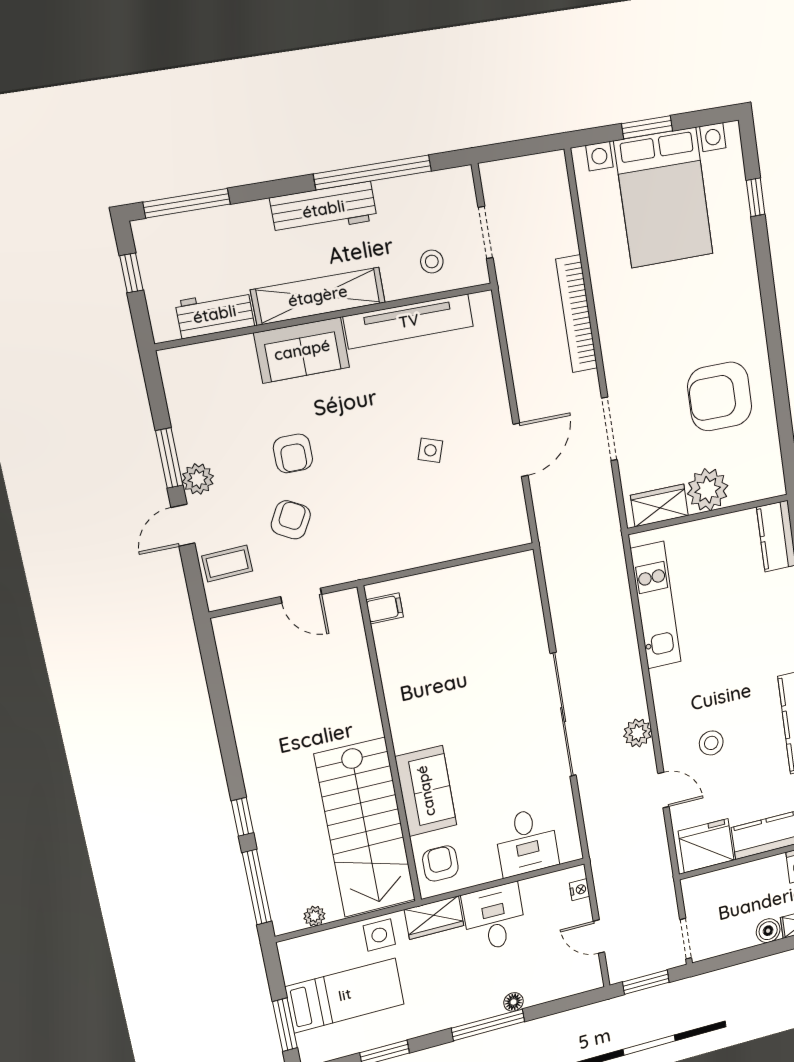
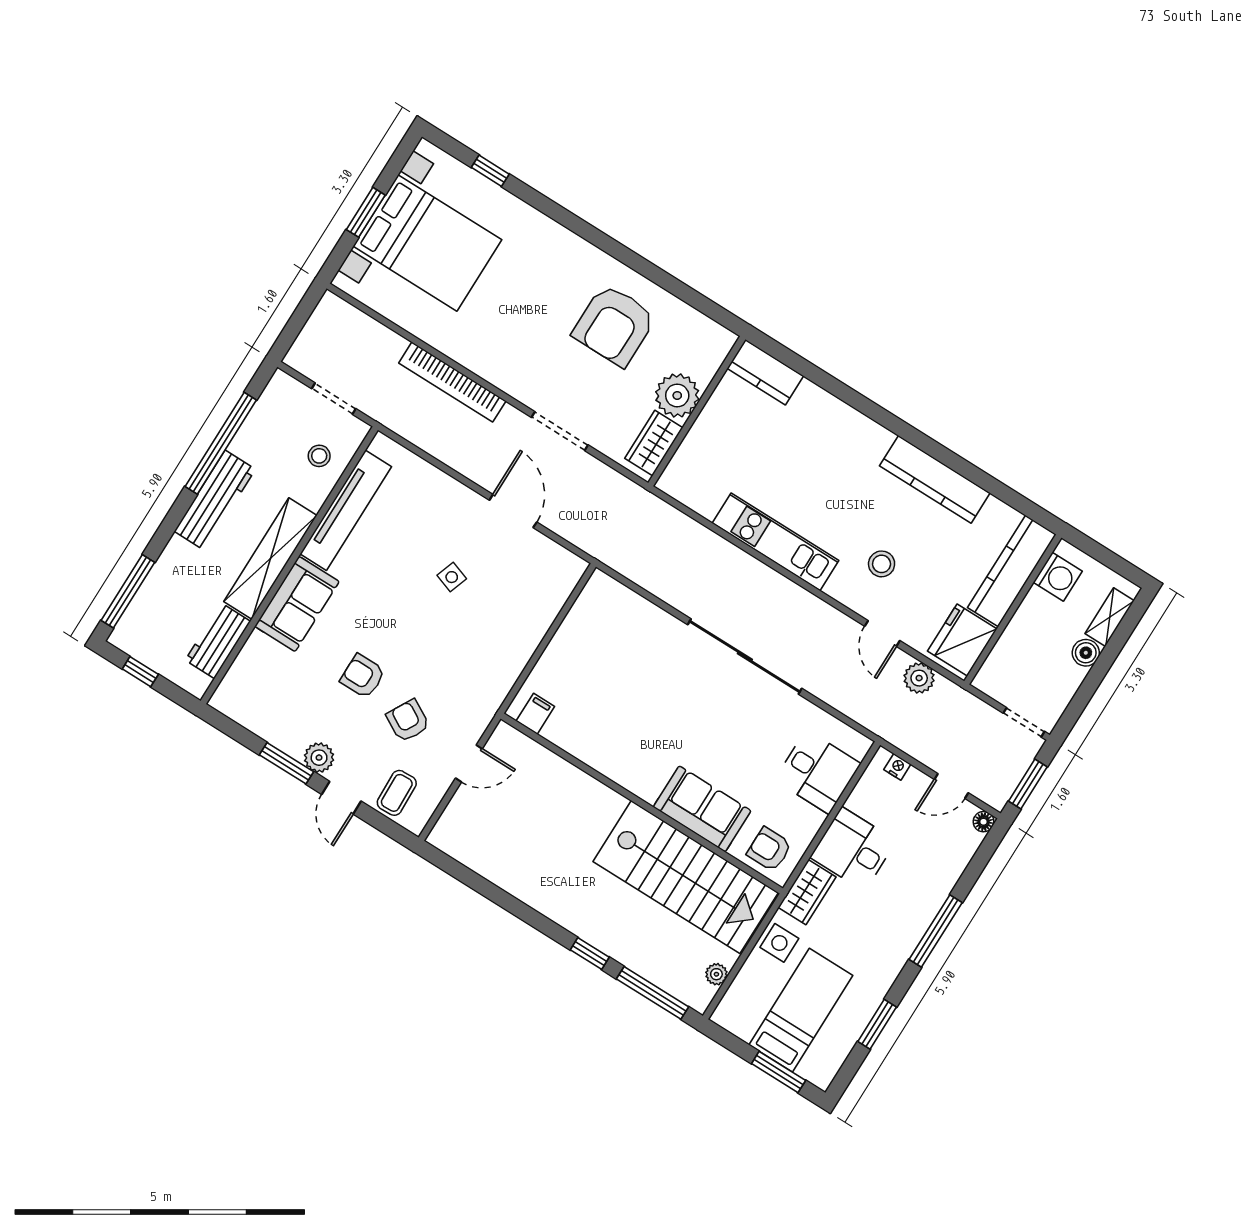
armchair: (293, 453) -> (363, 676), turned 180
kitchen unit: (656, 605) -> (775, 542), moved
plant: (638, 733) -> (919, 678), moved
door: (663, 790) -> (882, 633), swing flipped
floor lamp: (513, 1002) -> (984, 822), moved

